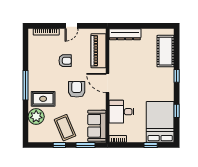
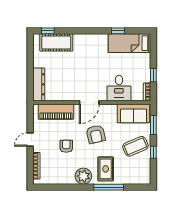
door: (72, 26) -> (30, 140), swing flipped
window: (177, 76) -> (48, 31), moved
window: (26, 85) -> (109, 187), moved
armchair: (77, 89) -> (96, 134), turned -103
plant: (36, 117) -> (83, 176), moved
bed: (160, 122) -> (129, 43), width x0.67
window: (151, 145) -> (153, 75), moved

